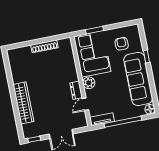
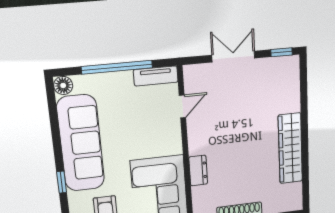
plant: (89, 83) -> (172, 144), removed
dresser: (76, 90) -> (198, 171), moved
wardrobe: (23, 103) -> (290, 148), moved

